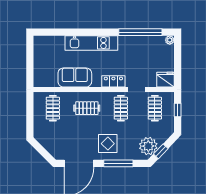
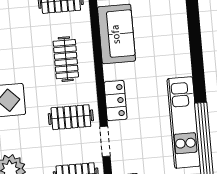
kitchen unit: (91, 43) -> (184, 122), moved

